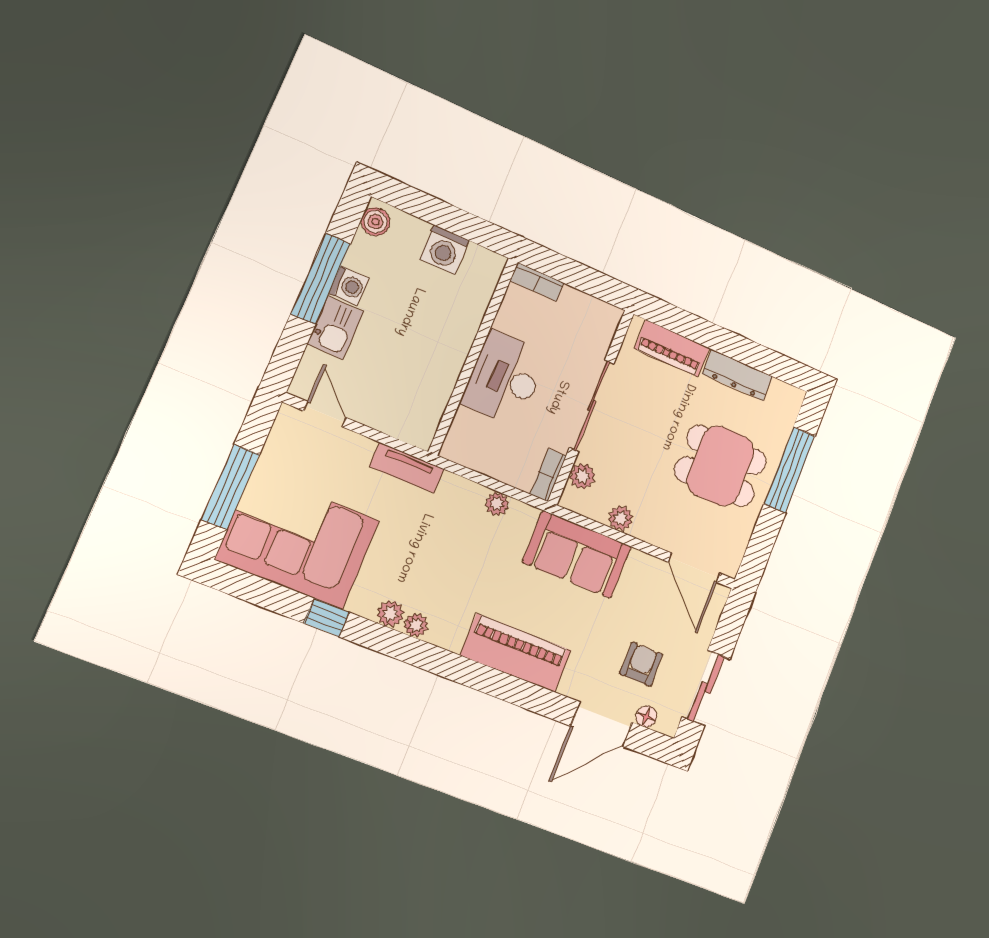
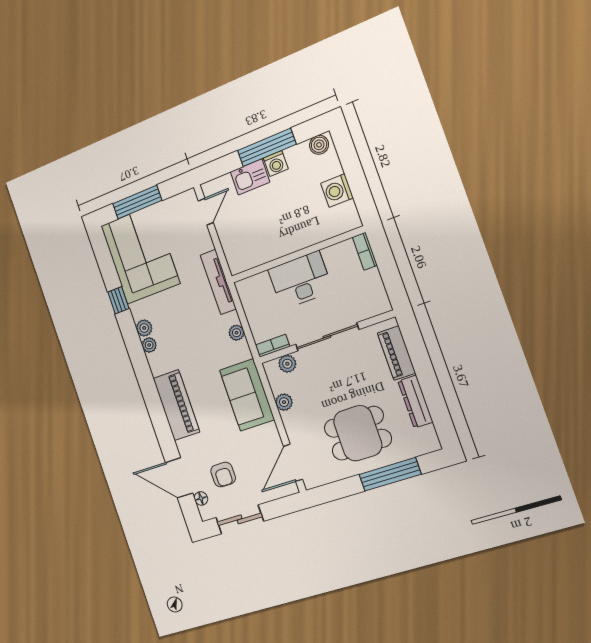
dining table: (720, 466) -> (358, 433), turned 90
tv unit: (407, 468) -> (218, 282), width x1.41
armchair: (641, 664) -> (223, 475), turned 90

